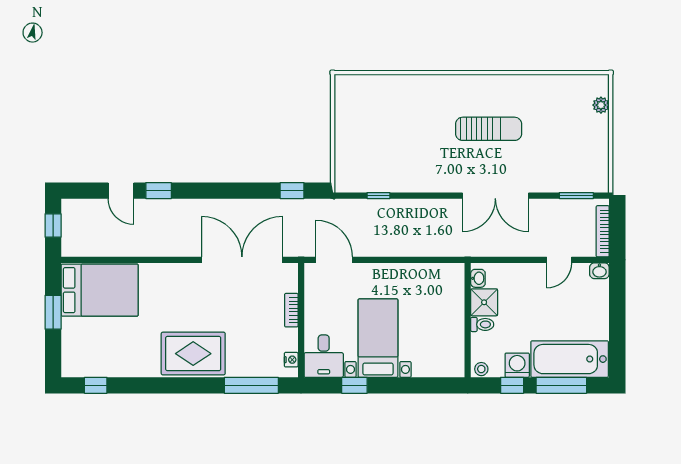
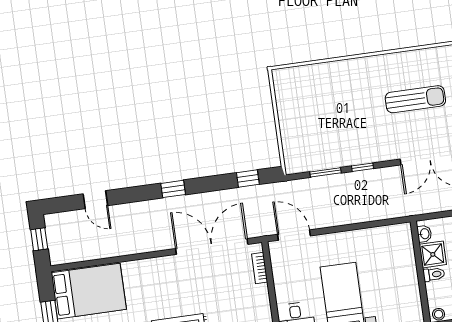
window: (159, 191) -> (173, 189), moved
window: (378, 196) -> (325, 172), width x1.50
window: (420, 196) -> (362, 167), added
bookcase: (291, 310) -> (260, 268), moved

